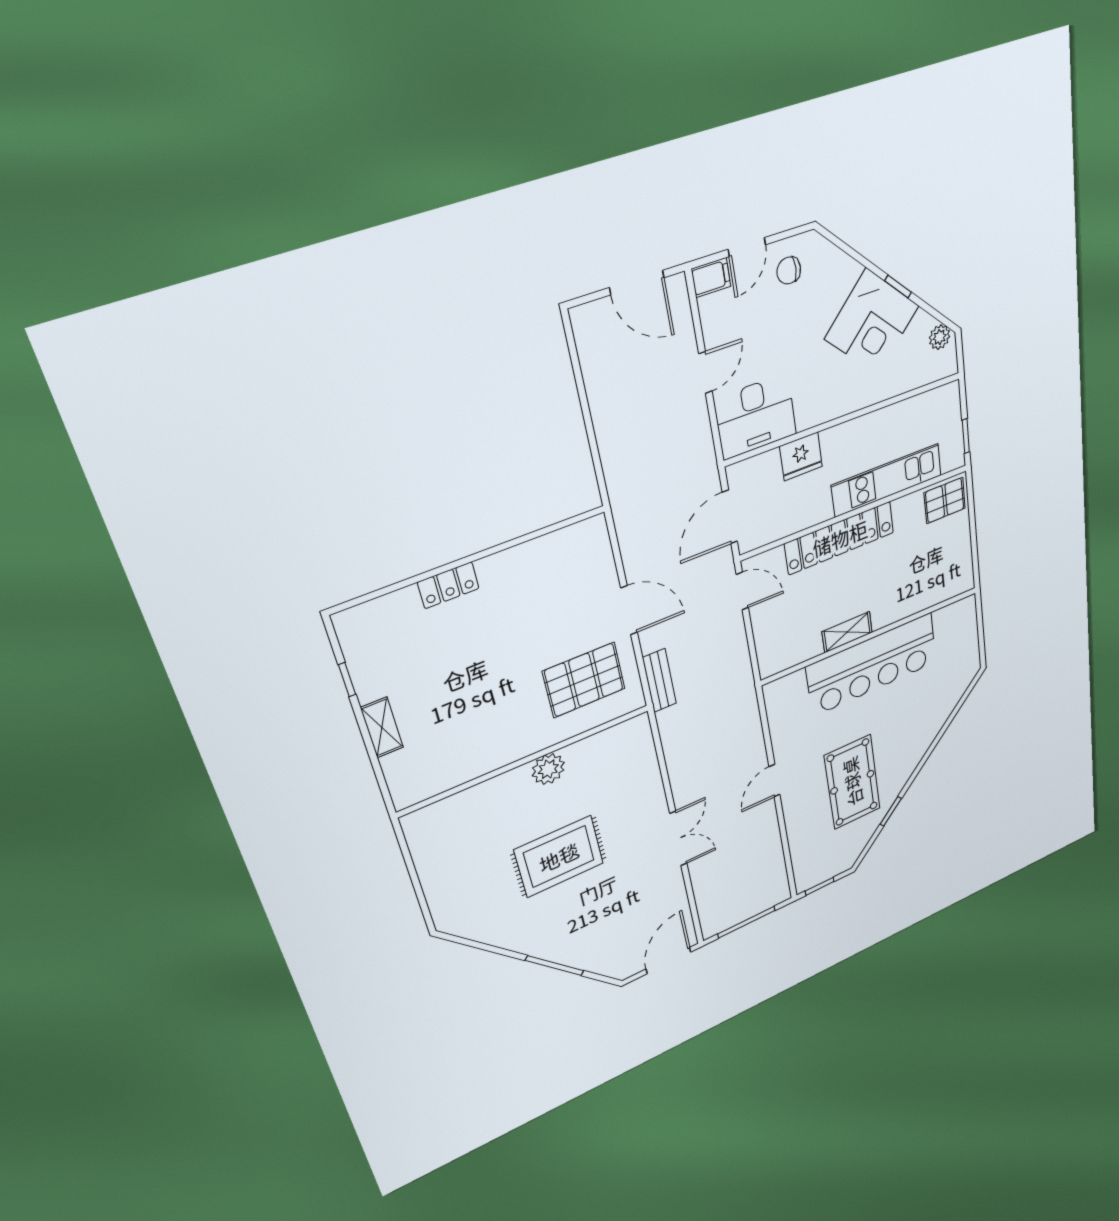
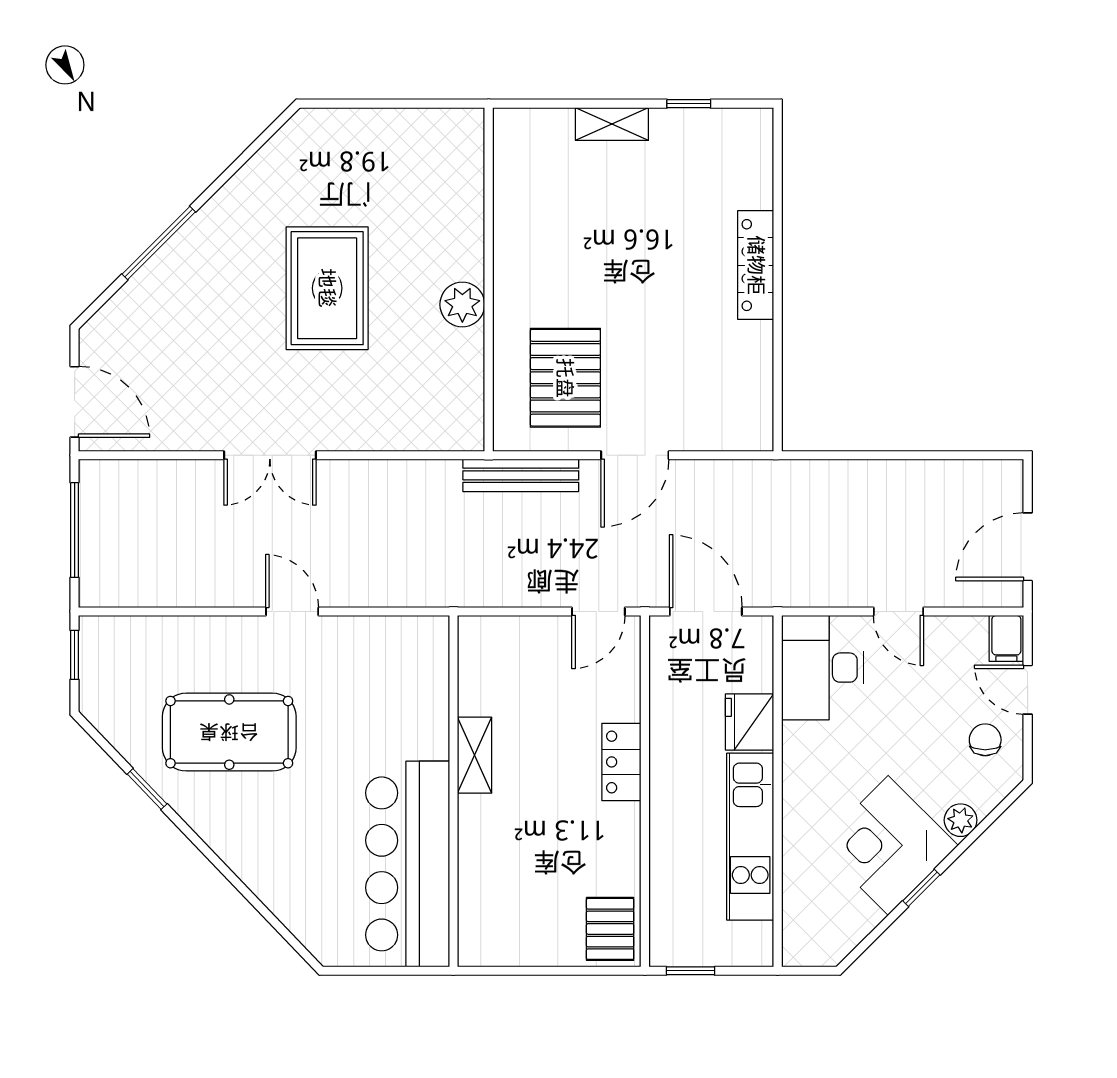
plant: (940, 337) -> (961, 820), moved
kitchen unit: (887, 480) -> (750, 837), moved, turned 180
locker: (840, 538) -> (621, 762), width x0.46, depth x0.83
locker: (448, 585) -> (756, 265), width x1.53
bar counter: (872, 664) -> (408, 864), moved
bench: (659, 681) -> (521, 475), width x1.36

